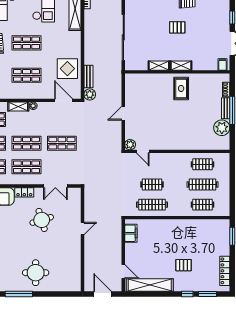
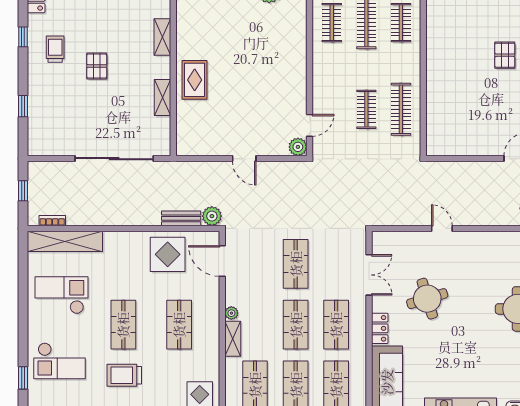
shelving: (181, 66) -> (162, 37), moved
rug: (181, 88) -> (195, 80), moved, turned 90
door: (64, 100) -> (222, 261), hinge flipped
filing cabinet: (131, 233) -> (450, 146), removed

